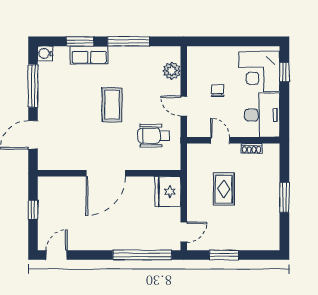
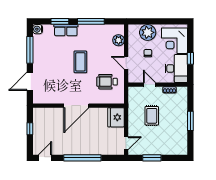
plant: (217, 59) -> (148, 32), added
window: (284, 72) -> (190, 58), moved
window: (142, 255) -> (82, 158), moved

